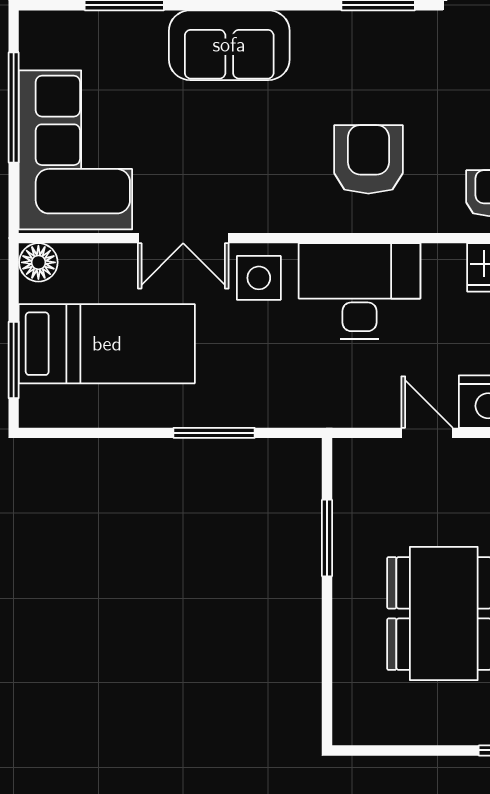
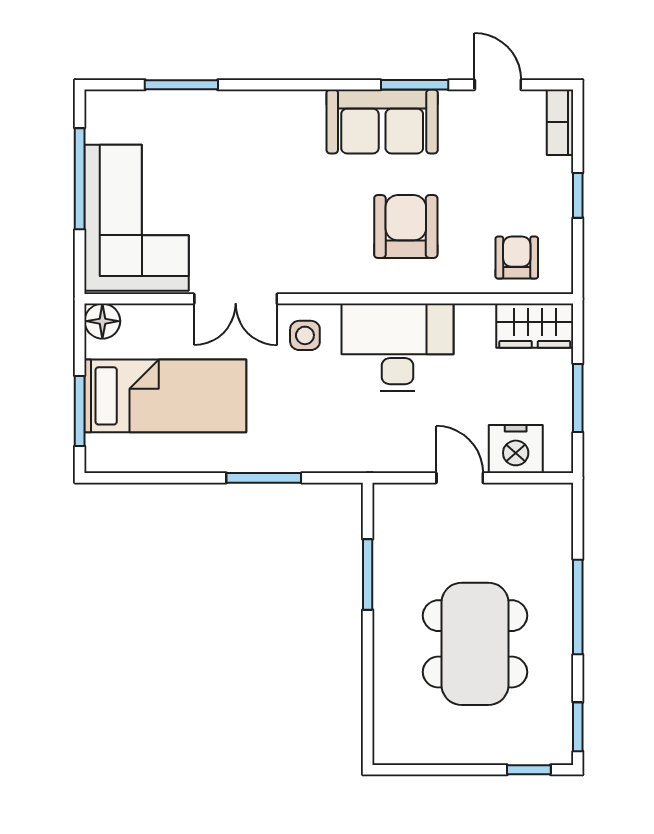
sofa: (229, 45) -> (382, 121), moved
side table: (259, 278) -> (305, 335), width x0.73, depth x0.73

